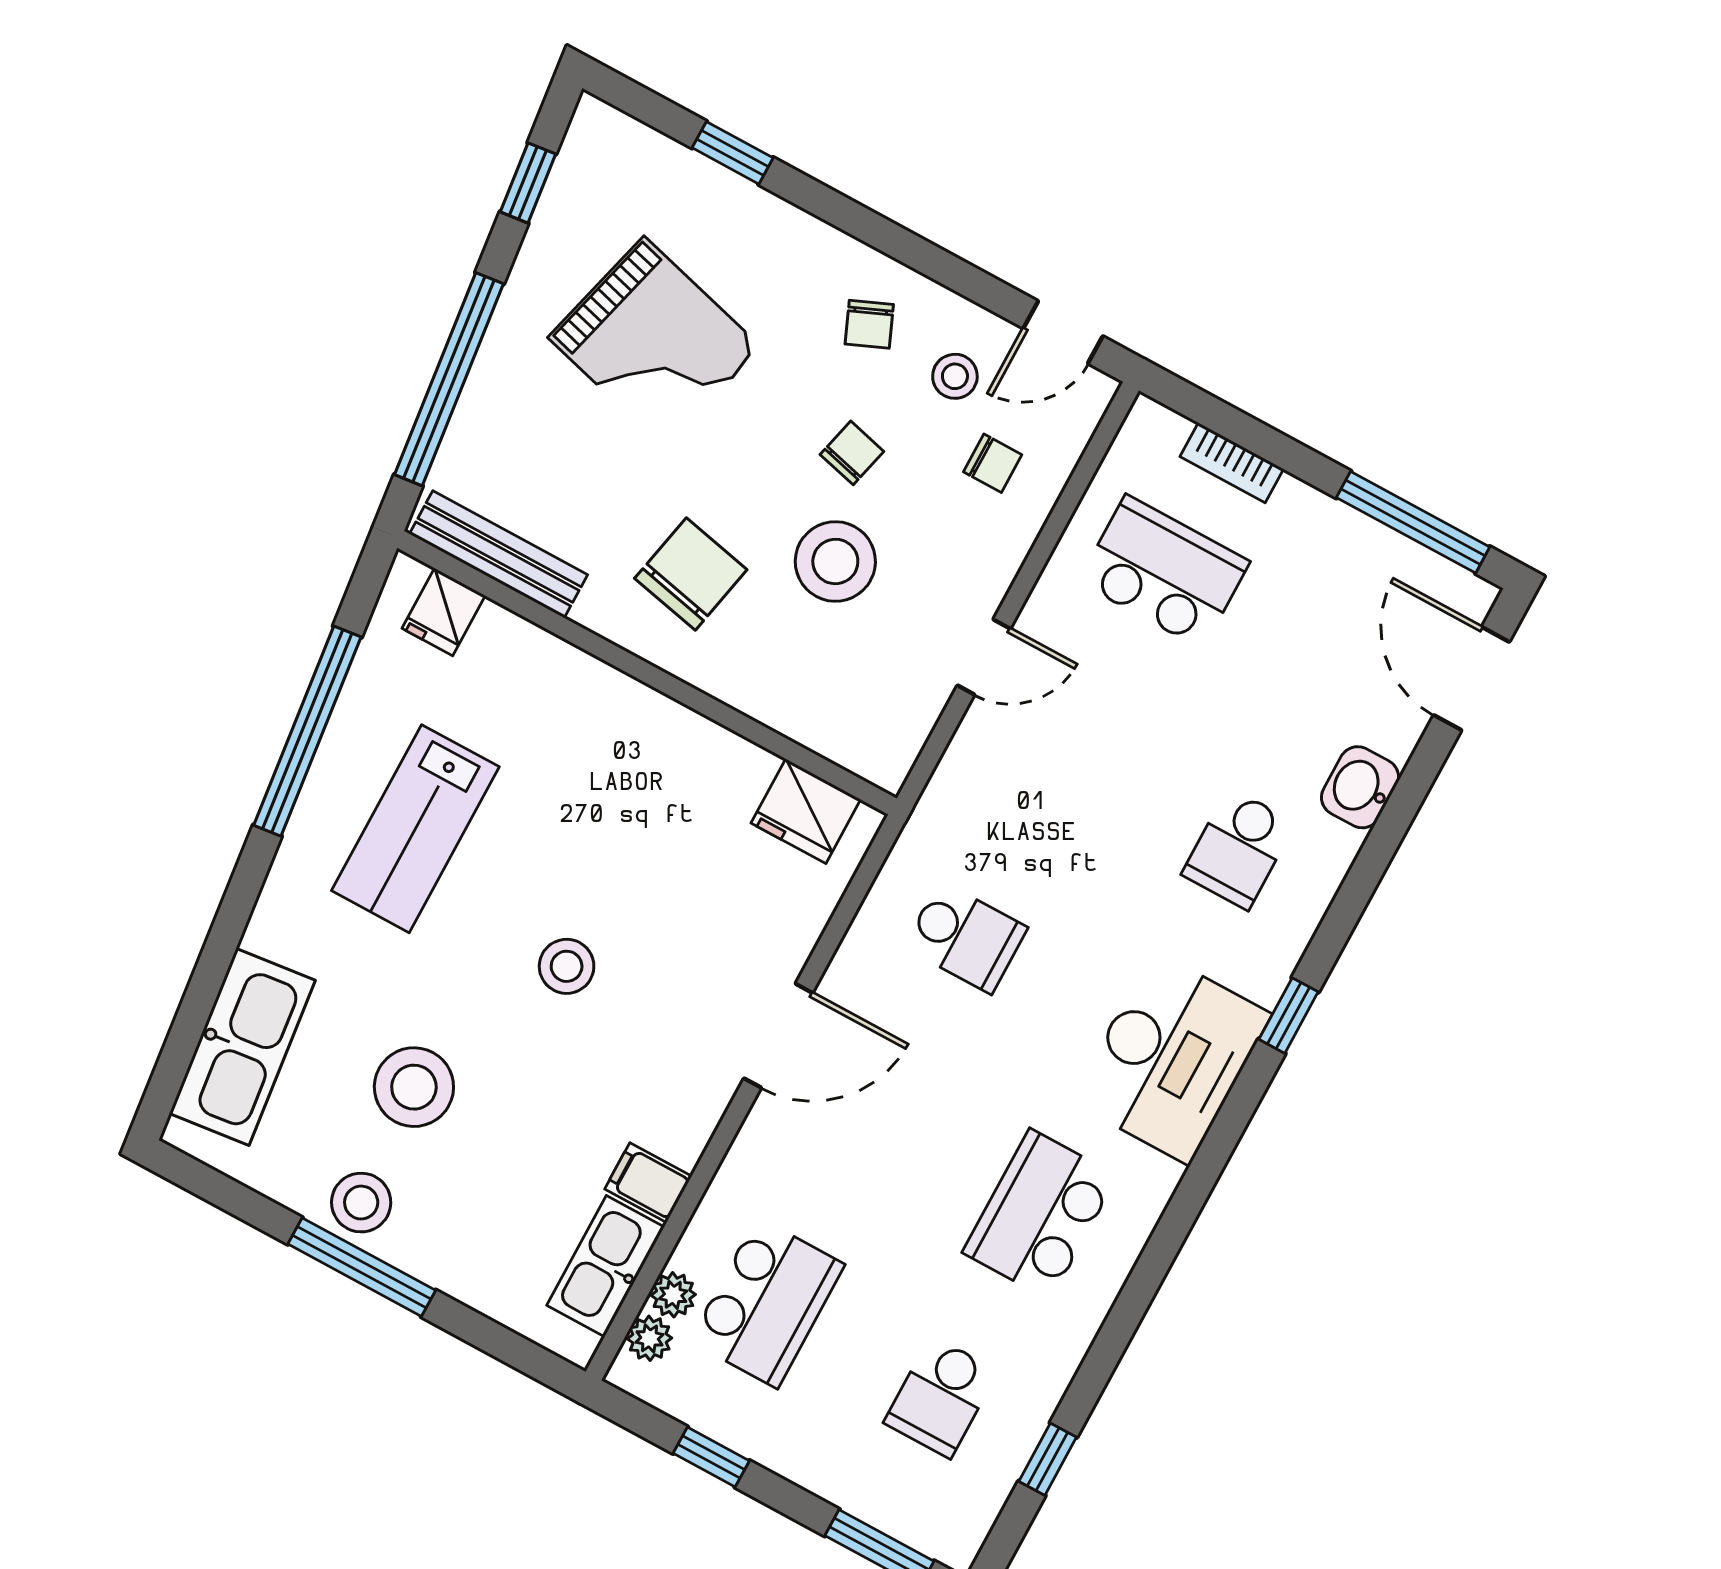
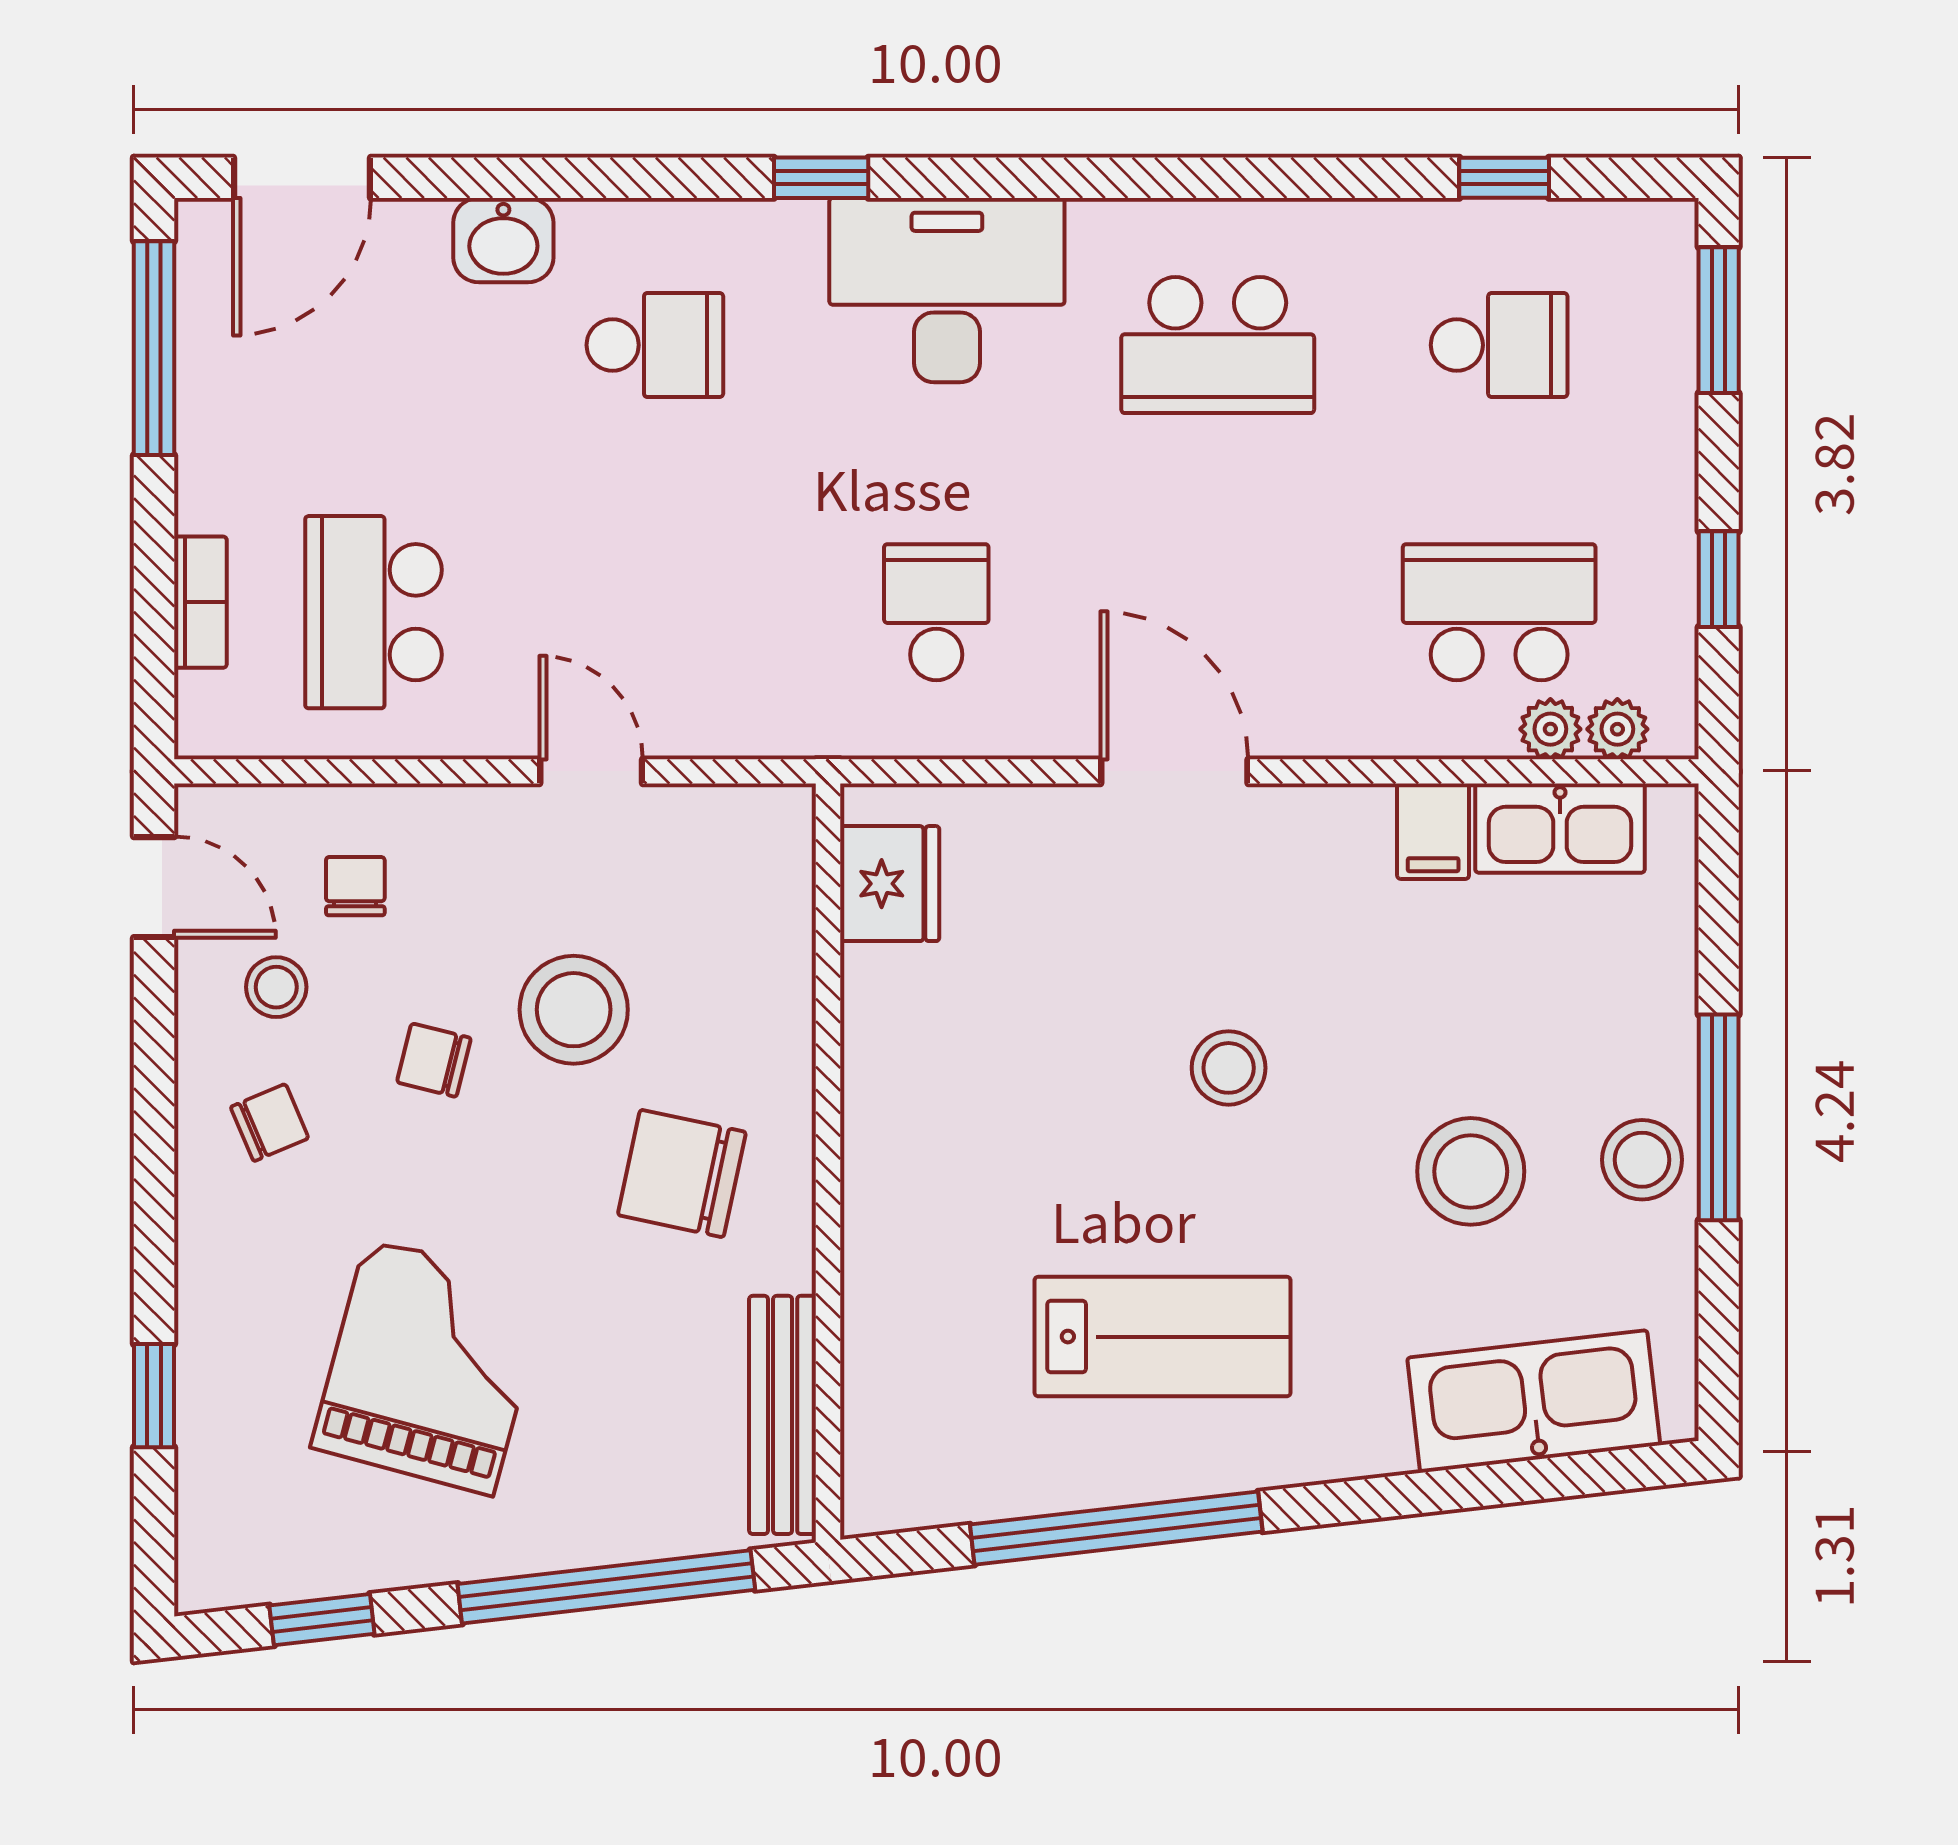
fridge: (444, 612) -> (887, 1443), removed

